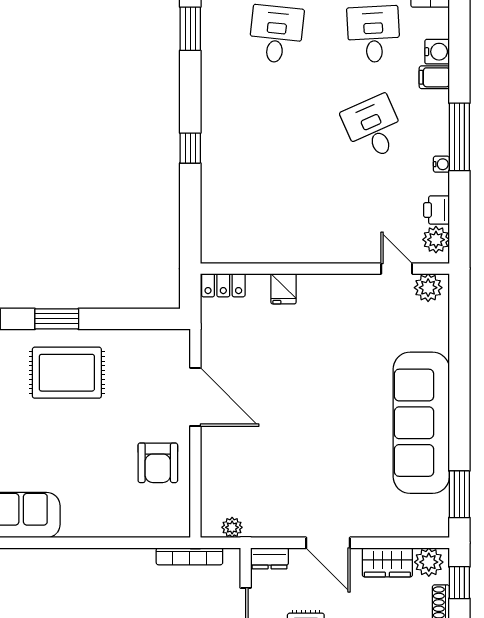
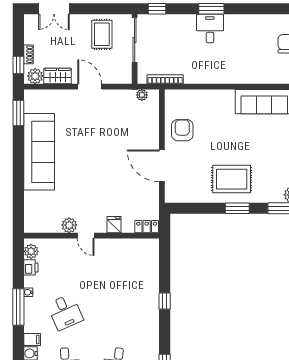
door: (397, 269) -> (86, 236), moved
plant: (428, 288) -> (69, 225), moved
dresser: (270, 558) -> (122, 78), removed

